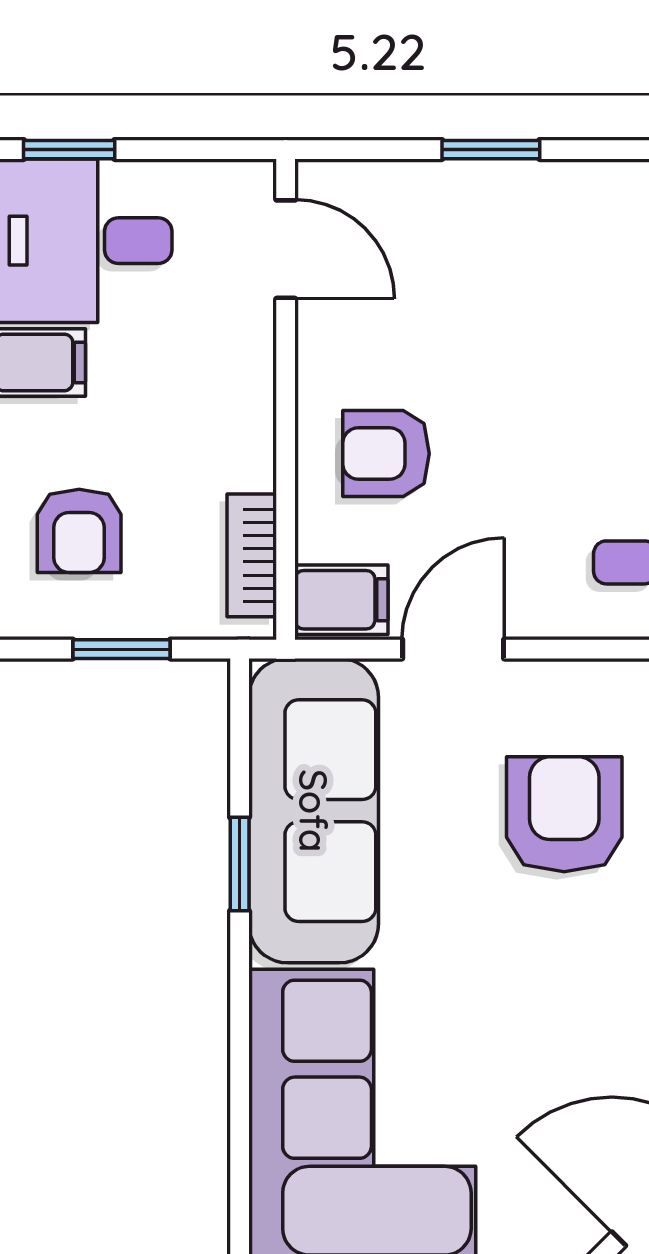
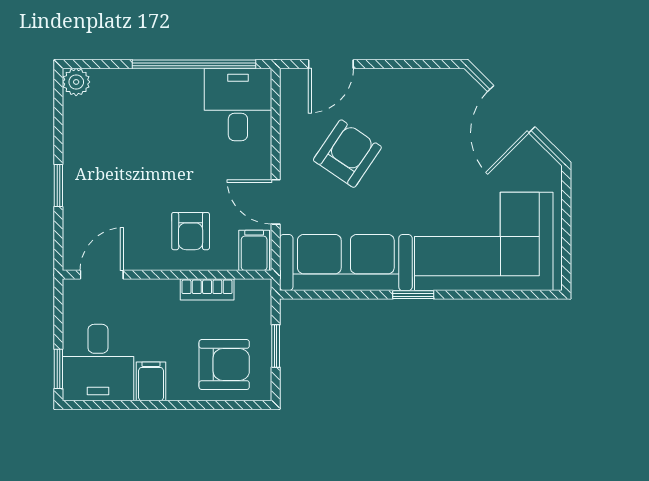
armchair: (79, 531) -> (224, 365), width x1.38, depth x1.38
bookcase: (252, 555) -> (207, 289), moved
armchair: (564, 814) -> (347, 154), turned 124
window: (240, 864) -> (413, 295), moved

